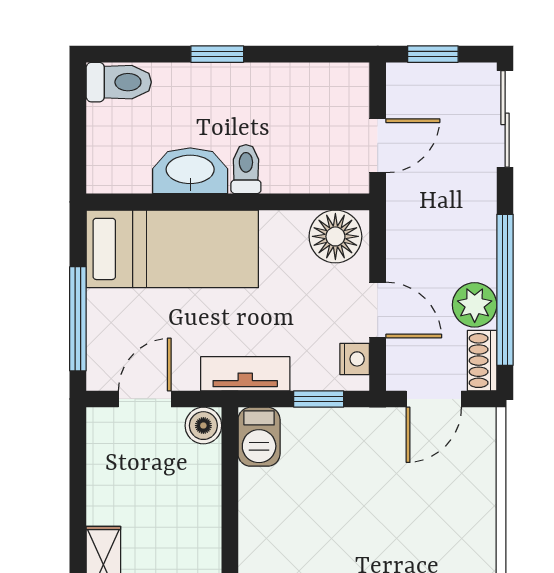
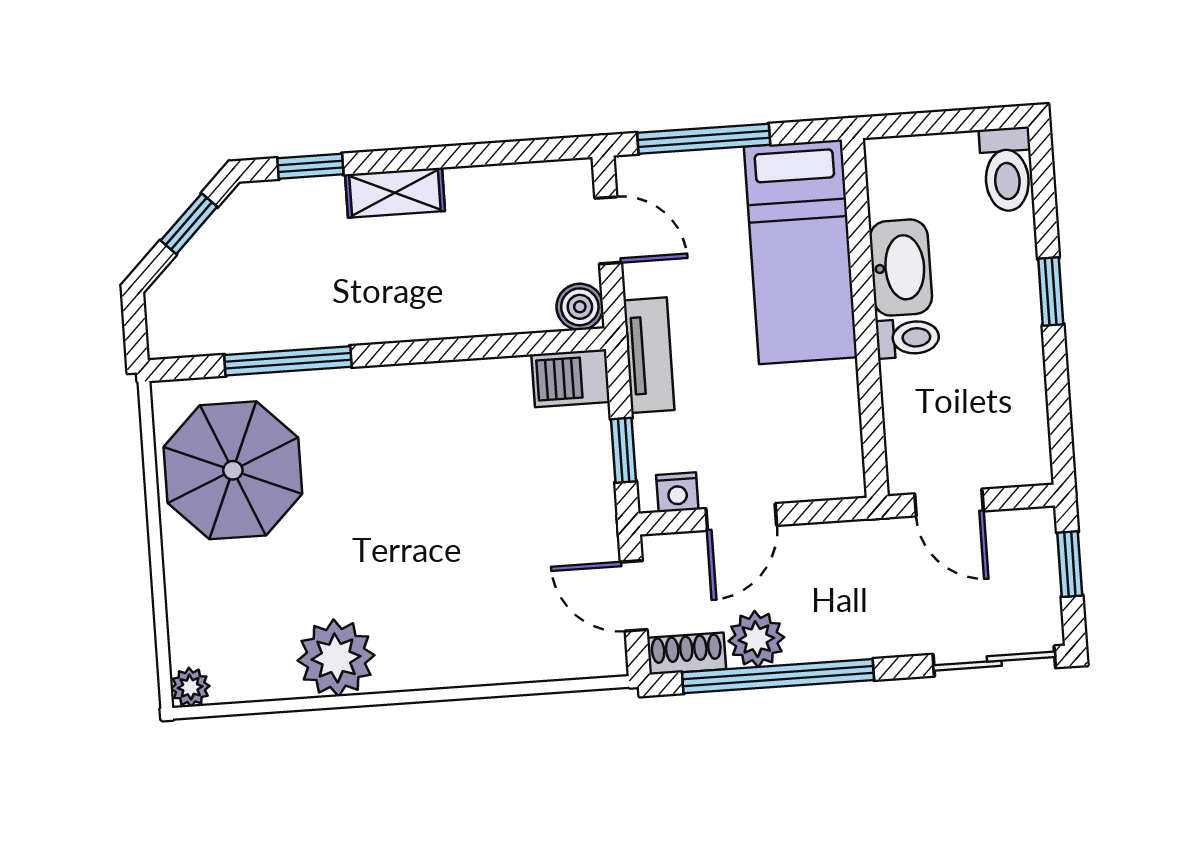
floor lamp: (335, 236) -> (831, 457), removed

